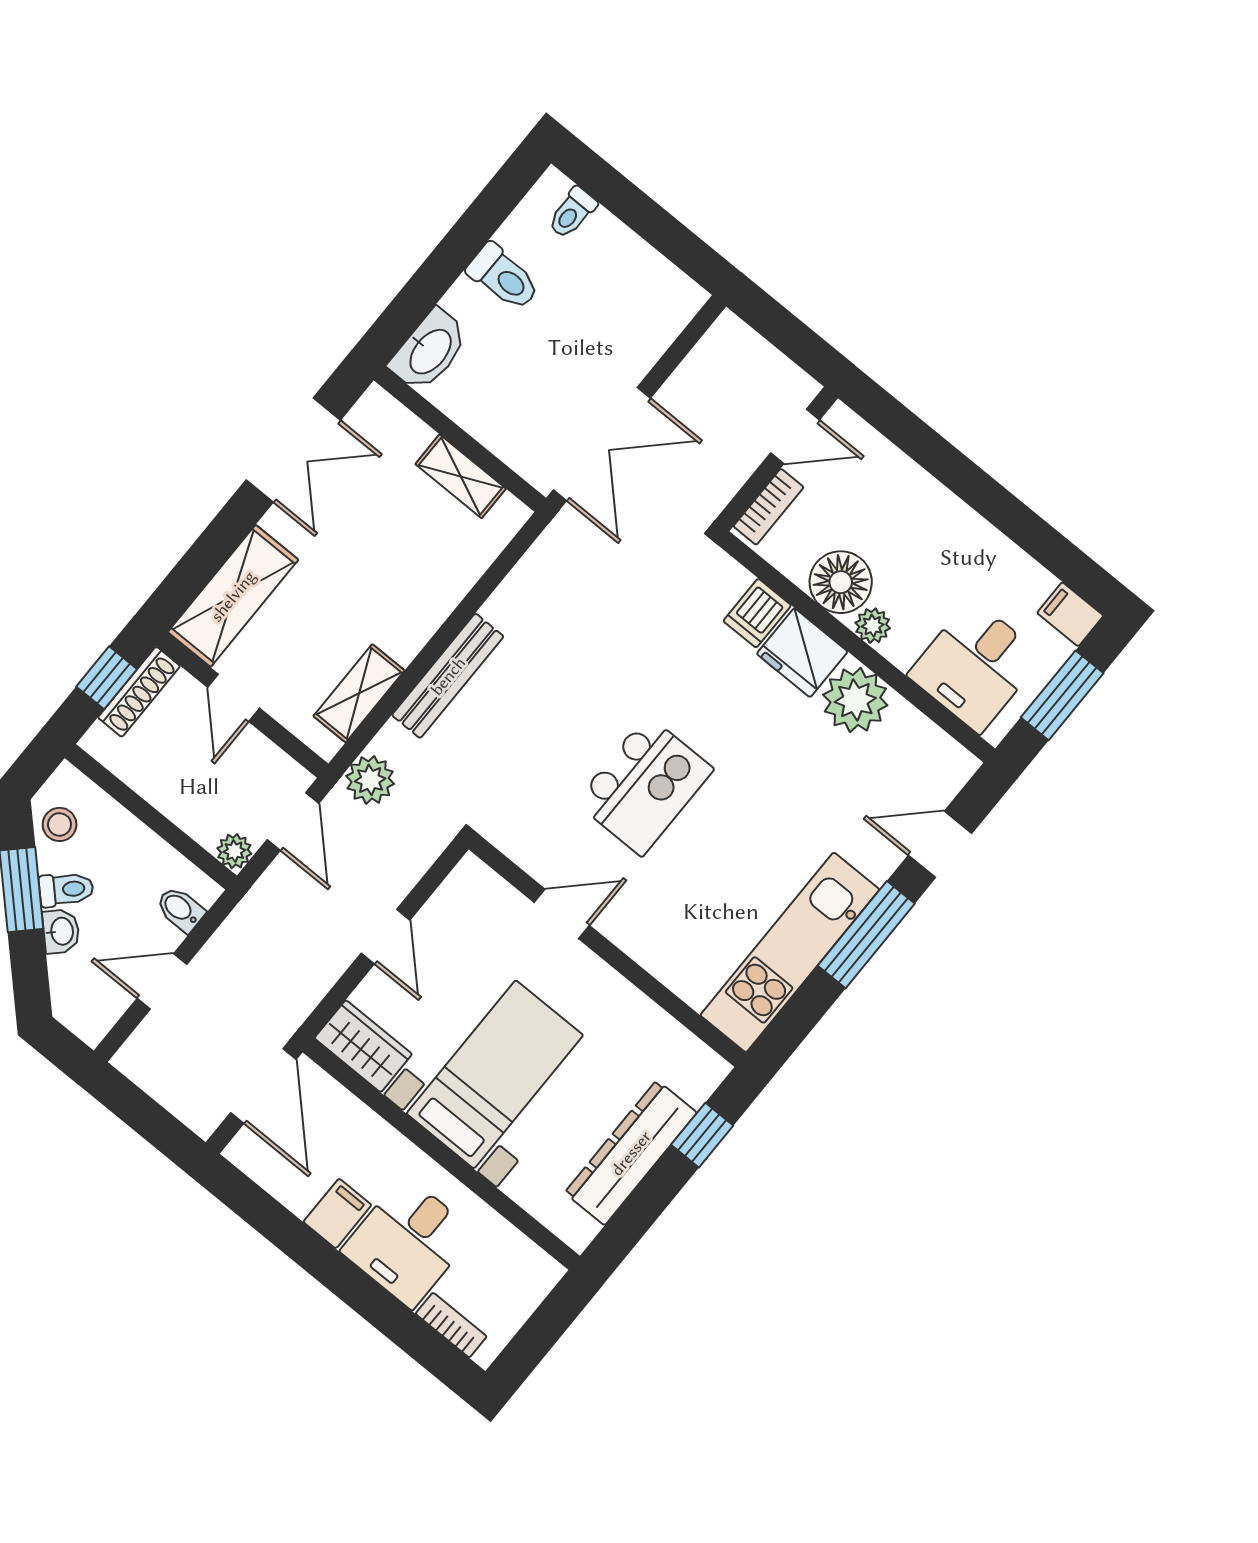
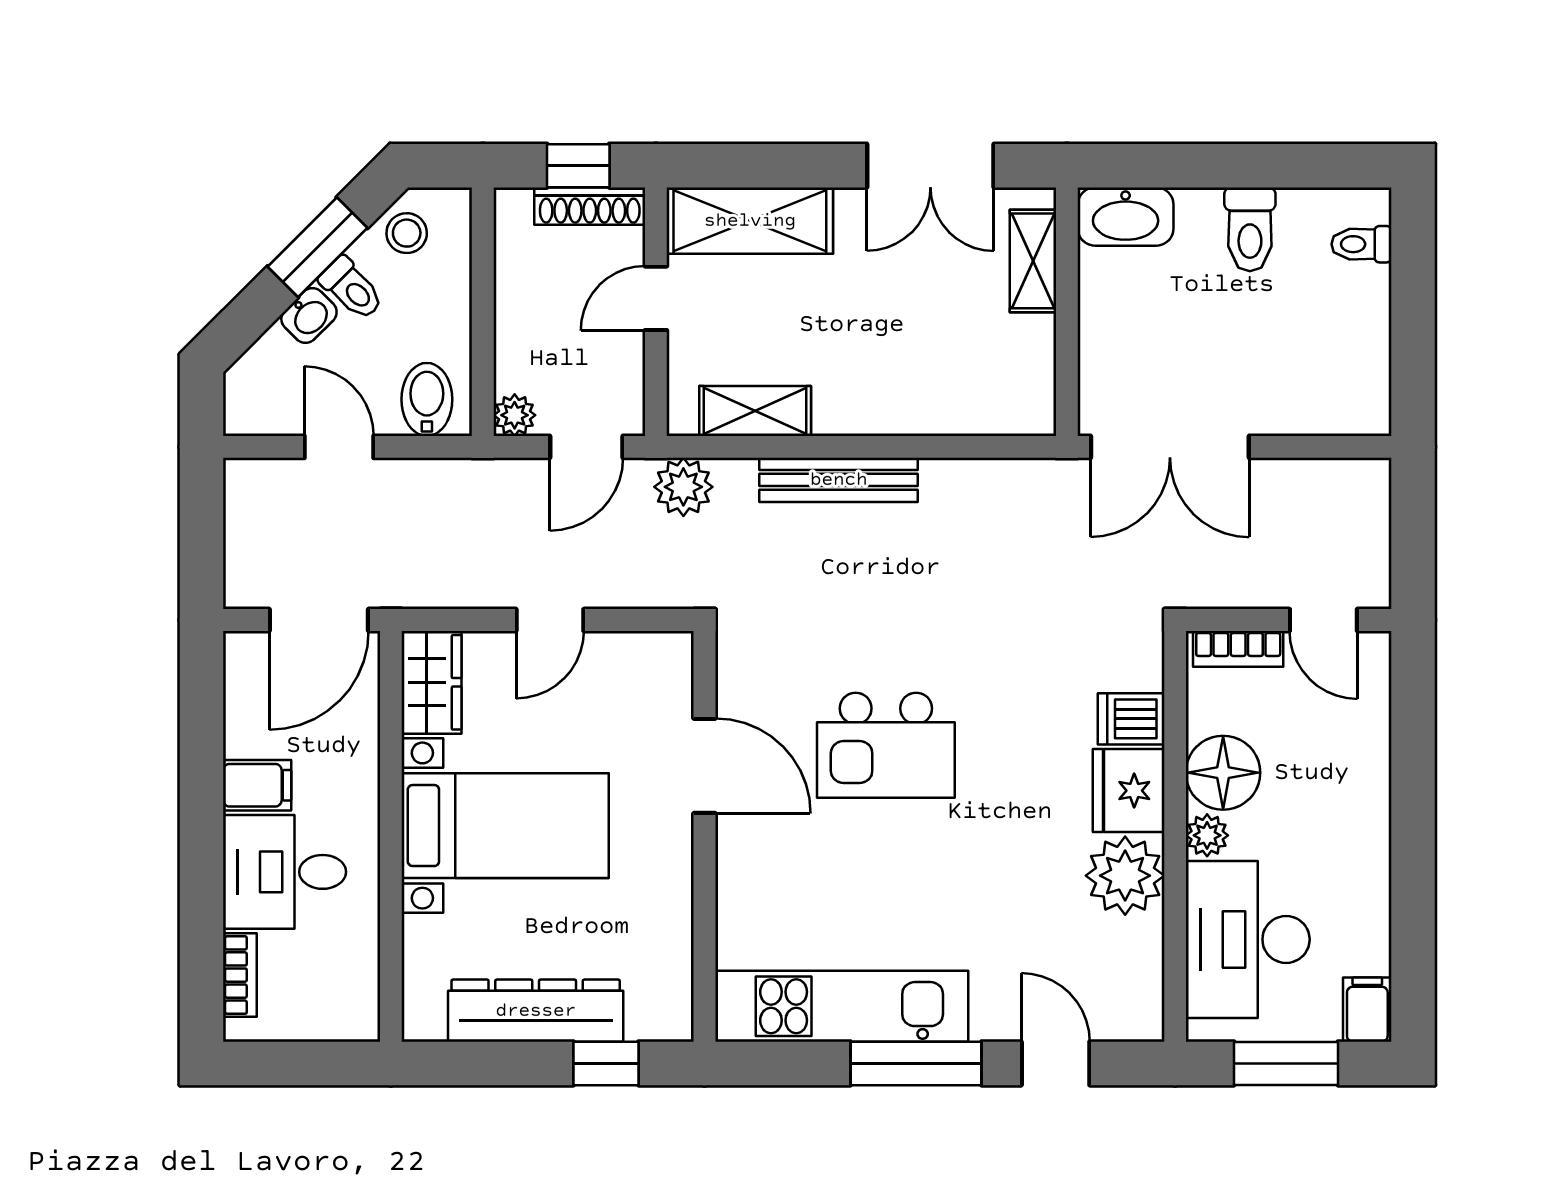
shelving: (461, 476) -> (1033, 261), moved
desk: (975, 666) -> (1248, 939), width x1.37
bidet: (180, 909) -> (427, 399), width x1.38, depth x1.36
door: (562, 914) -> (705, 766), width x1.38

